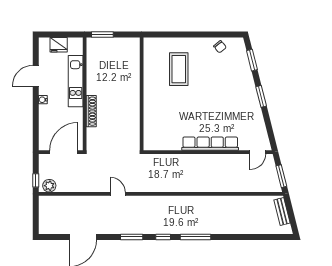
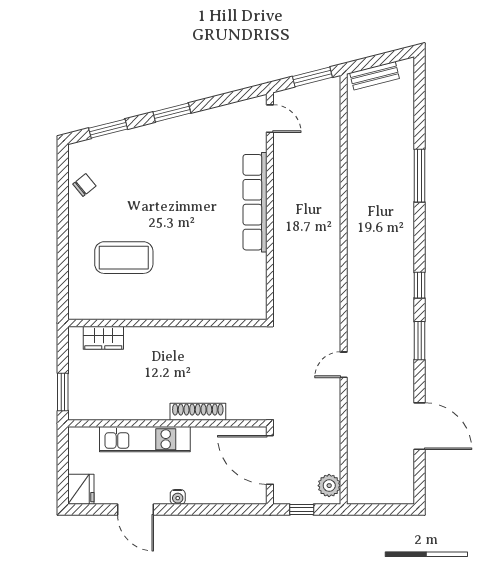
fridge: (59, 45) -> (81, 489), moved
wardrobe: (133, 57) -> (103, 338), added
window: (36, 180) -> (302, 510), moved
window: (195, 237) -> (419, 176), moved

